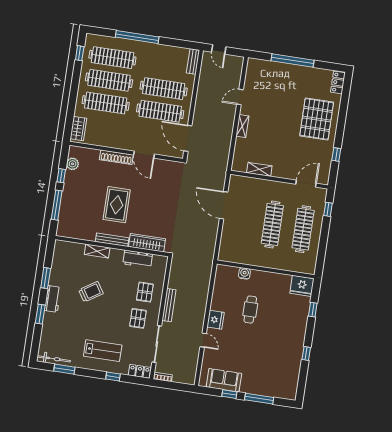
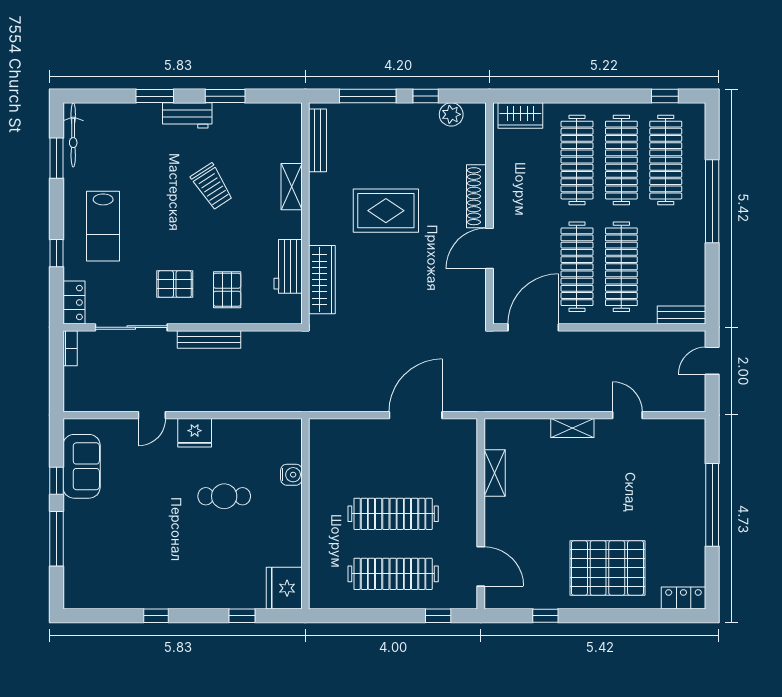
bench: (112, 240) -> (317, 140), moved
pallet: (145, 292) -> (227, 290), turned 90

